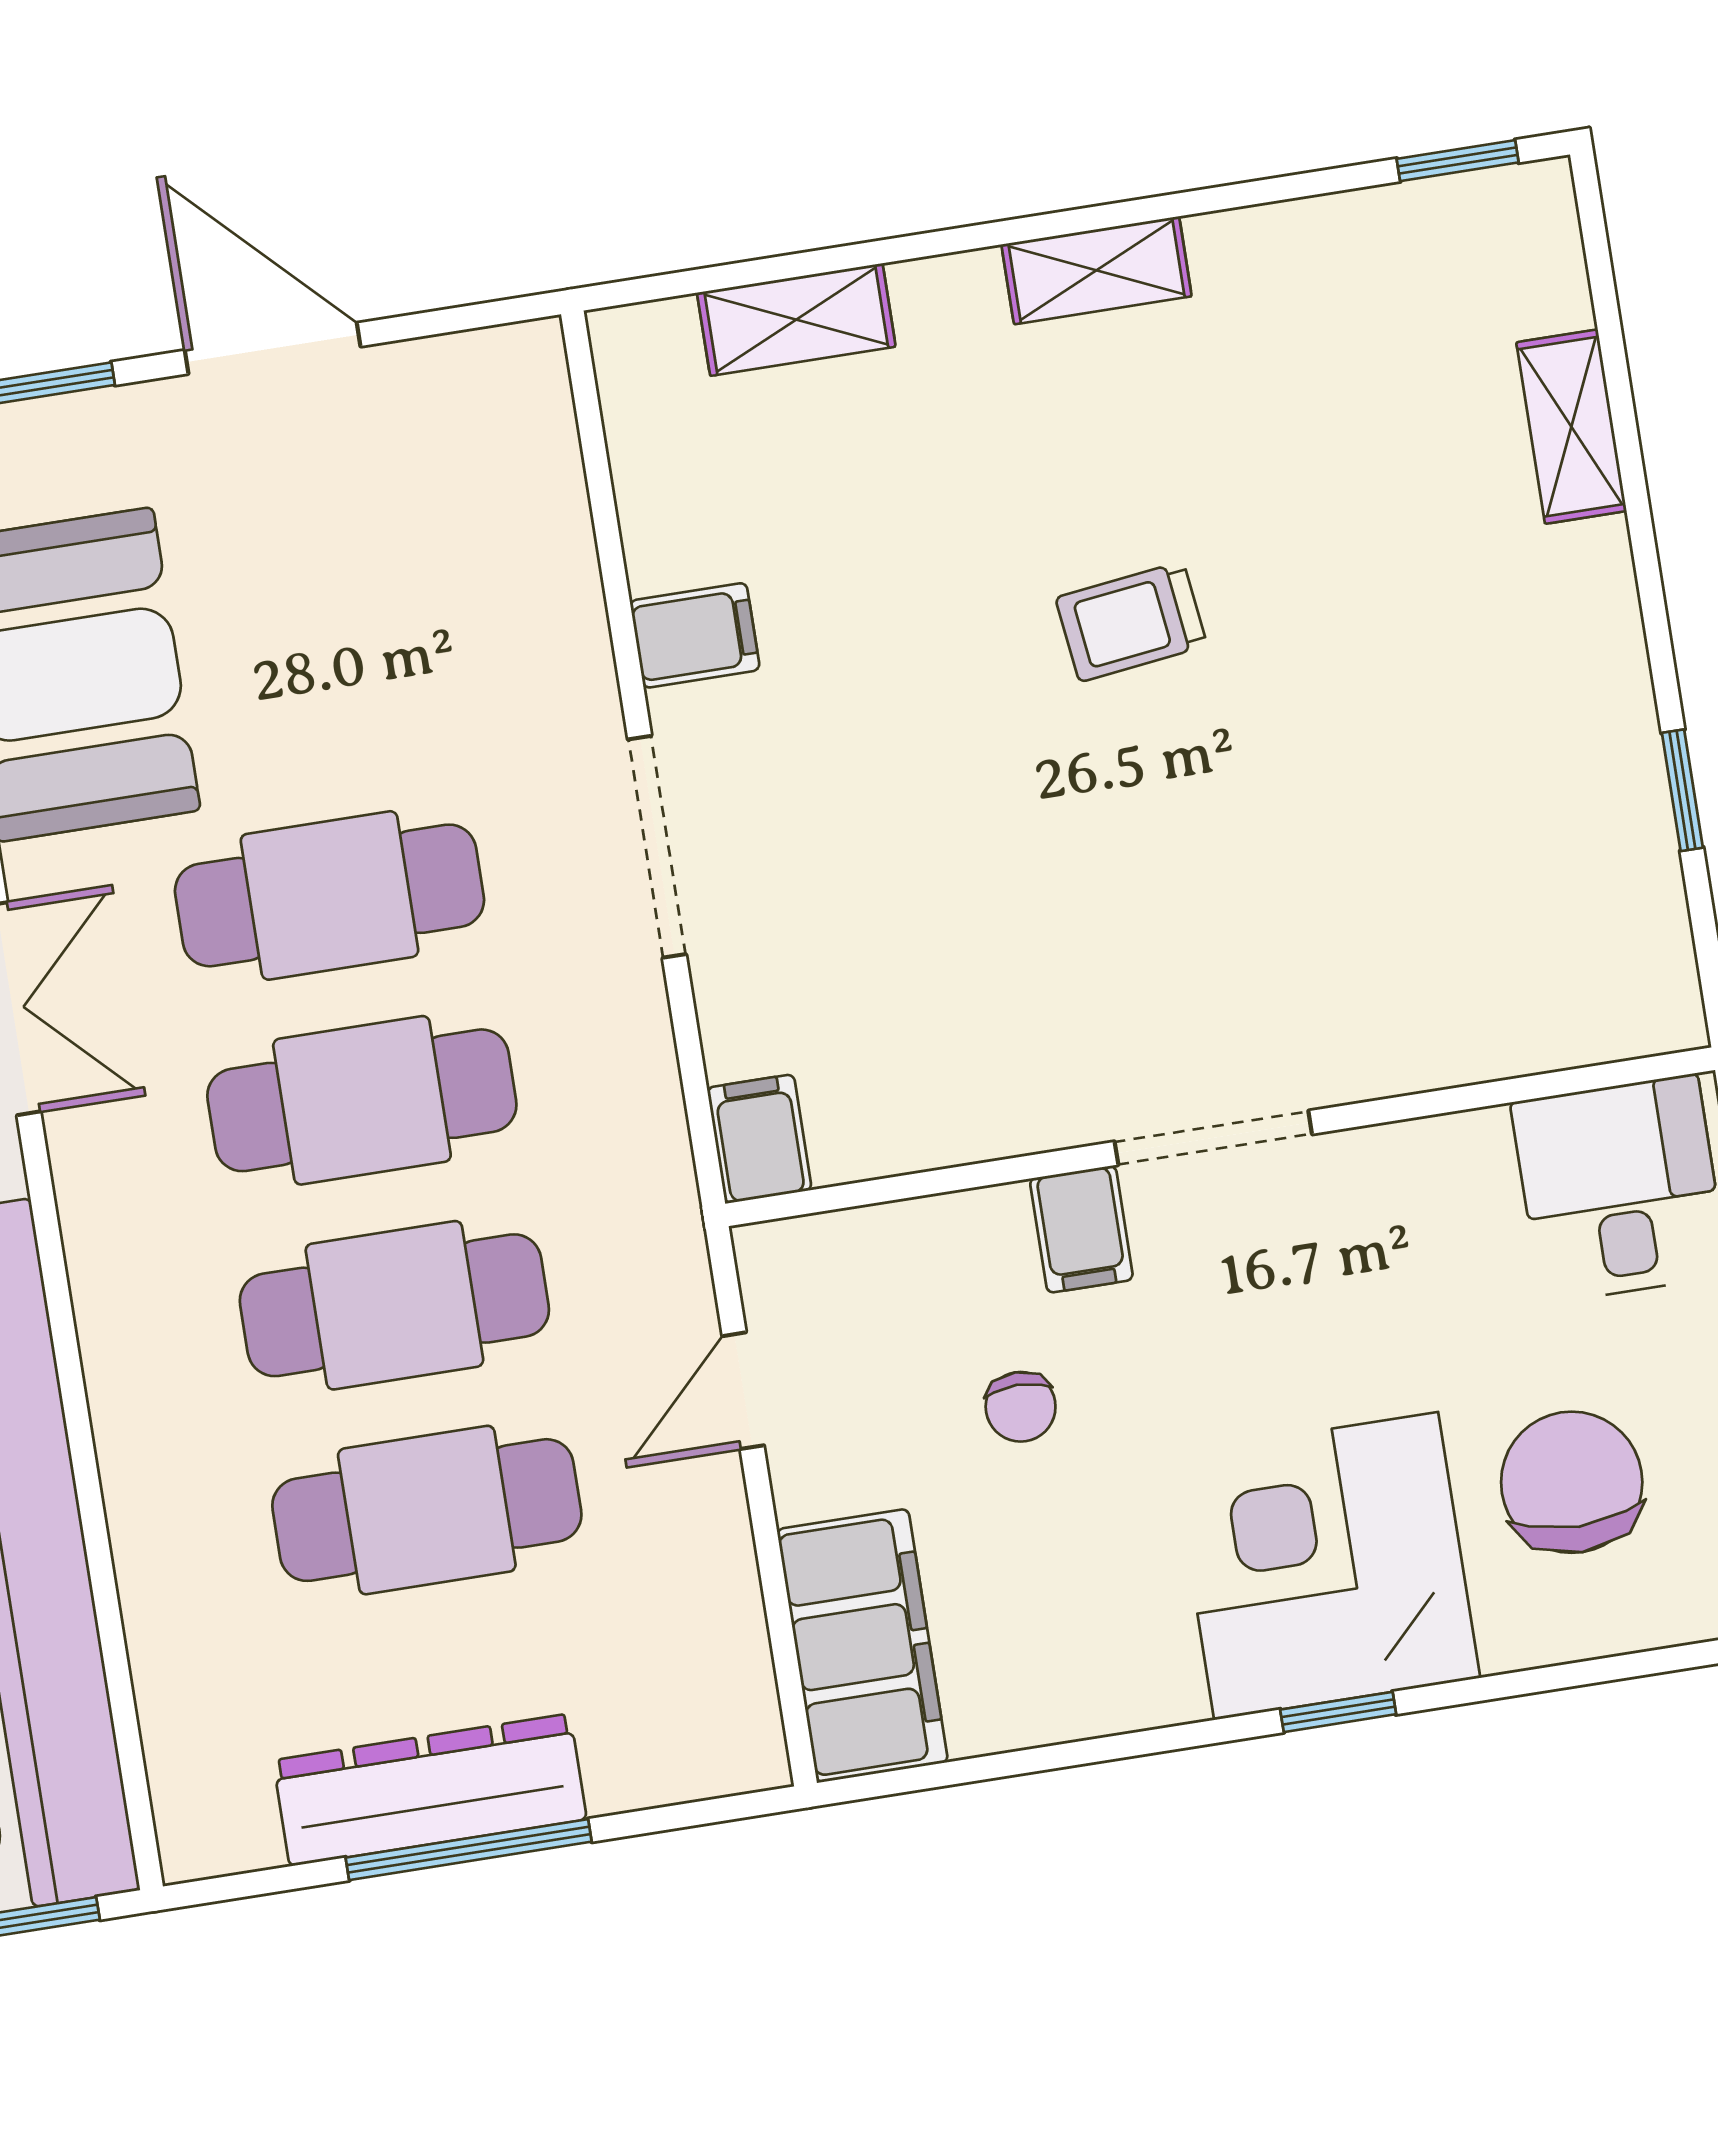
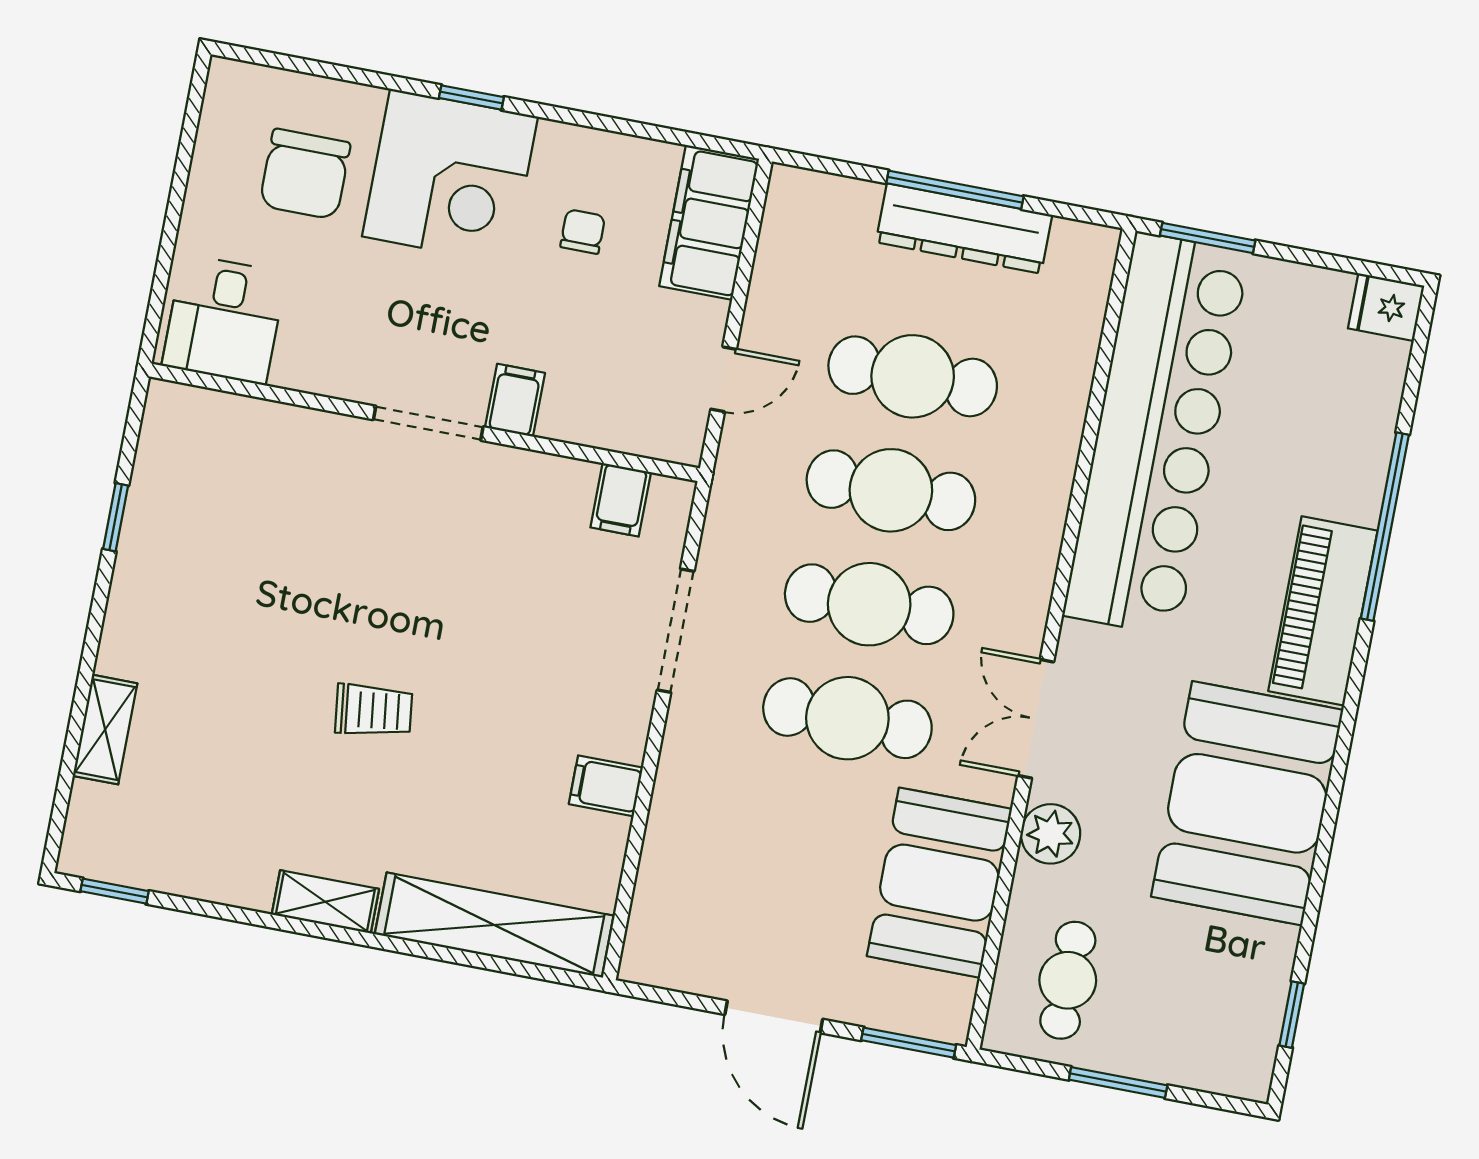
shelving: (796, 320) -> (494, 925), width x2.20, depth x1.33
doorway: (657, 847) -> (676, 631), moved
filing cabinet: (759, 1139) -> (621, 500), moved
chair: (1021, 1407) -> (583, 232), moved

